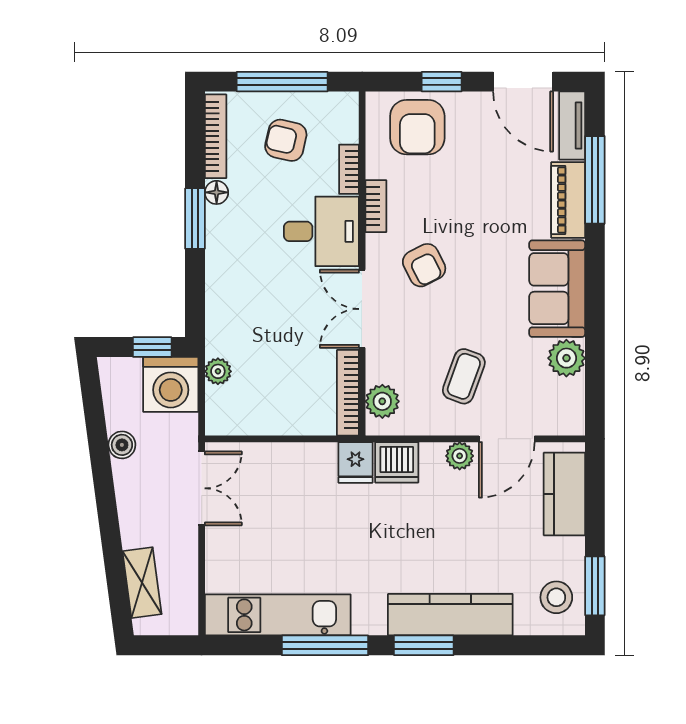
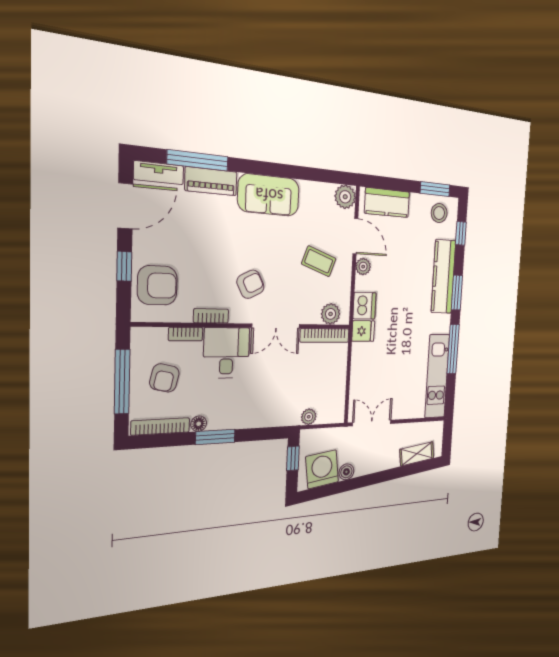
plant: (566, 358) -> (345, 197), moved
washing machine: (171, 384) -> (322, 469), moved, turned -98
window: (526, 645) -> (461, 233), added

